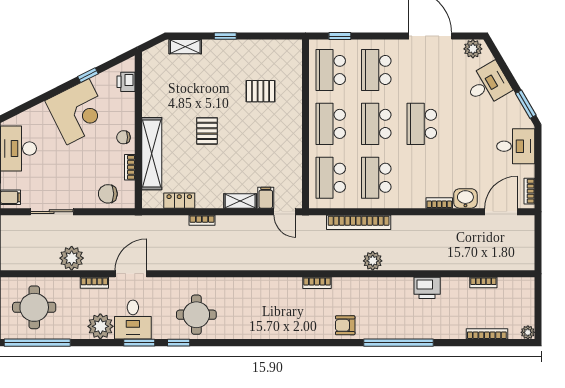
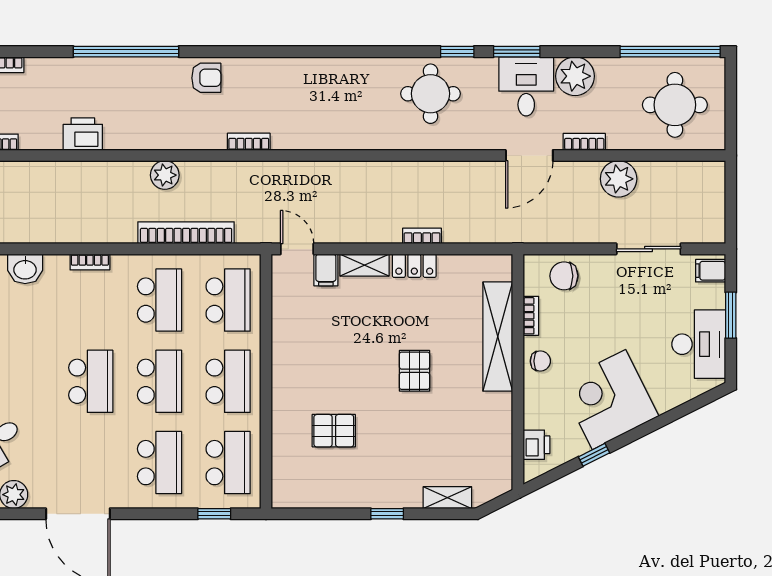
chair: (108, 194) -> (564, 276), turned 180
locker: (179, 201) -> (414, 266), moved
bookcase: (439, 203) -> (90, 262), moved

